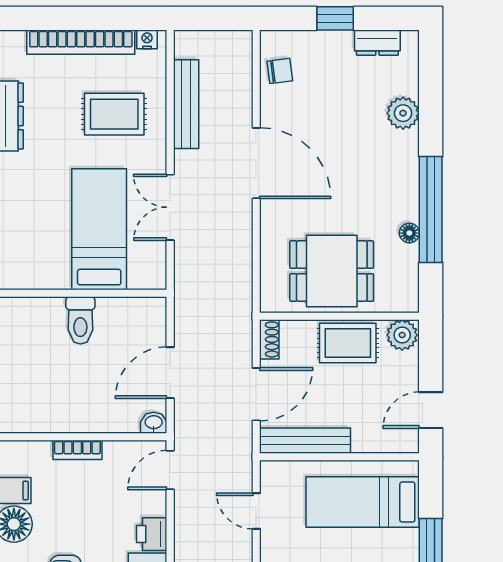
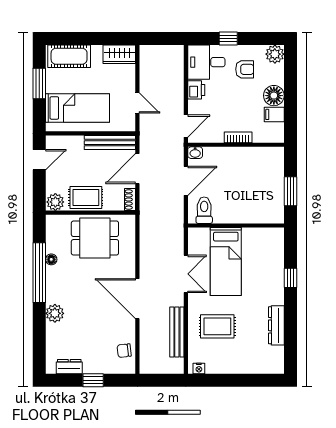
bookcase: (81, 42) -> (236, 367), removed
plant: (403, 113) -> (55, 313), moved
toilet: (80, 320) -> (204, 210), moved

